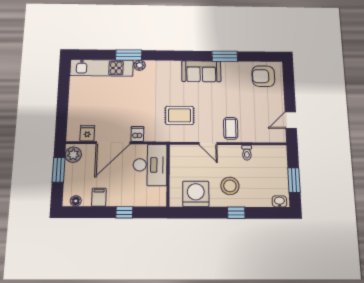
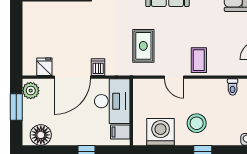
rug: (179, 115) -> (143, 46), turned 90
toilet: (247, 153) -> (233, 87), moved
filing cabinet: (99, 197) -> (120, 132), moved, turned -90
floor lamp: (76, 201) -> (41, 135), width x1.89, depth x1.89

